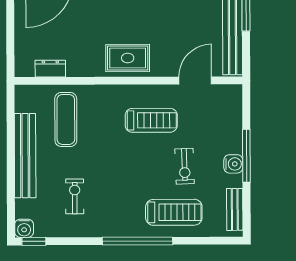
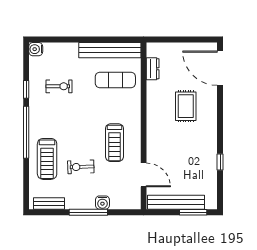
rug: (128, 58) -> (186, 106), moved
bench: (25, 156) -> (110, 50), moved
water cooler: (233, 164) -> (102, 203), moved
window: (34, 241) -> (26, 89), moved

